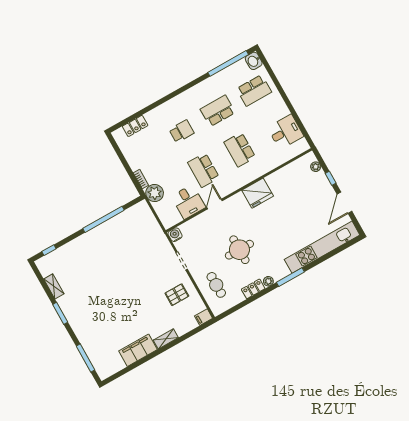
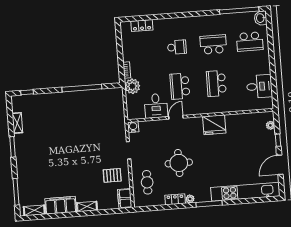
filing cabinet: (204, 317) -> (125, 198), width x2.00
shelving: (113, 368) -> (34, 210), added

